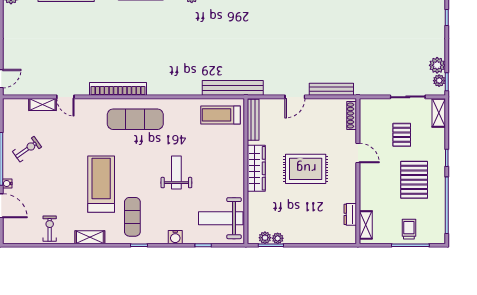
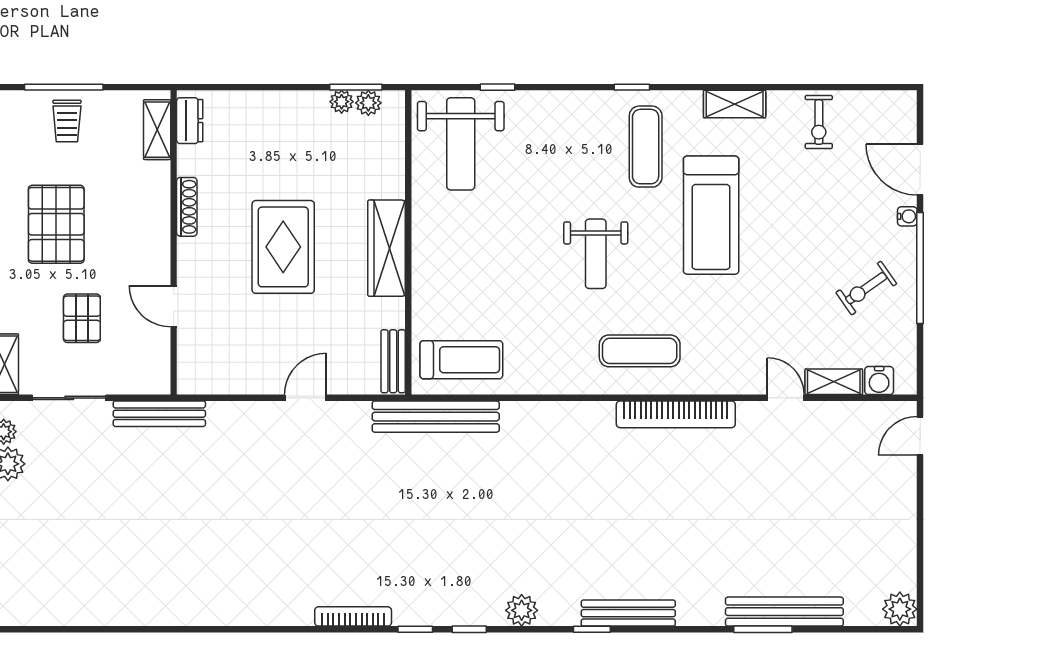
bench: (331, 89) -> (159, 414), moved
shoe rack: (352, 116) -> (187, 207), moved
exercise mat: (135, 119) -> (640, 351), width x0.73, depth x0.69
bench: (253, 120) -> (393, 361), width x0.73
door: (358, 153) -> (174, 306), moved
rug: (306, 169) -> (283, 247), turned 90
weight bench: (176, 173) -> (596, 254), moved
dresser: (350, 214) -> (190, 121), moved
weight bench: (221, 218) -> (461, 144), turned 90
water cooler: (175, 237) -> (879, 381), moved, turned 180

